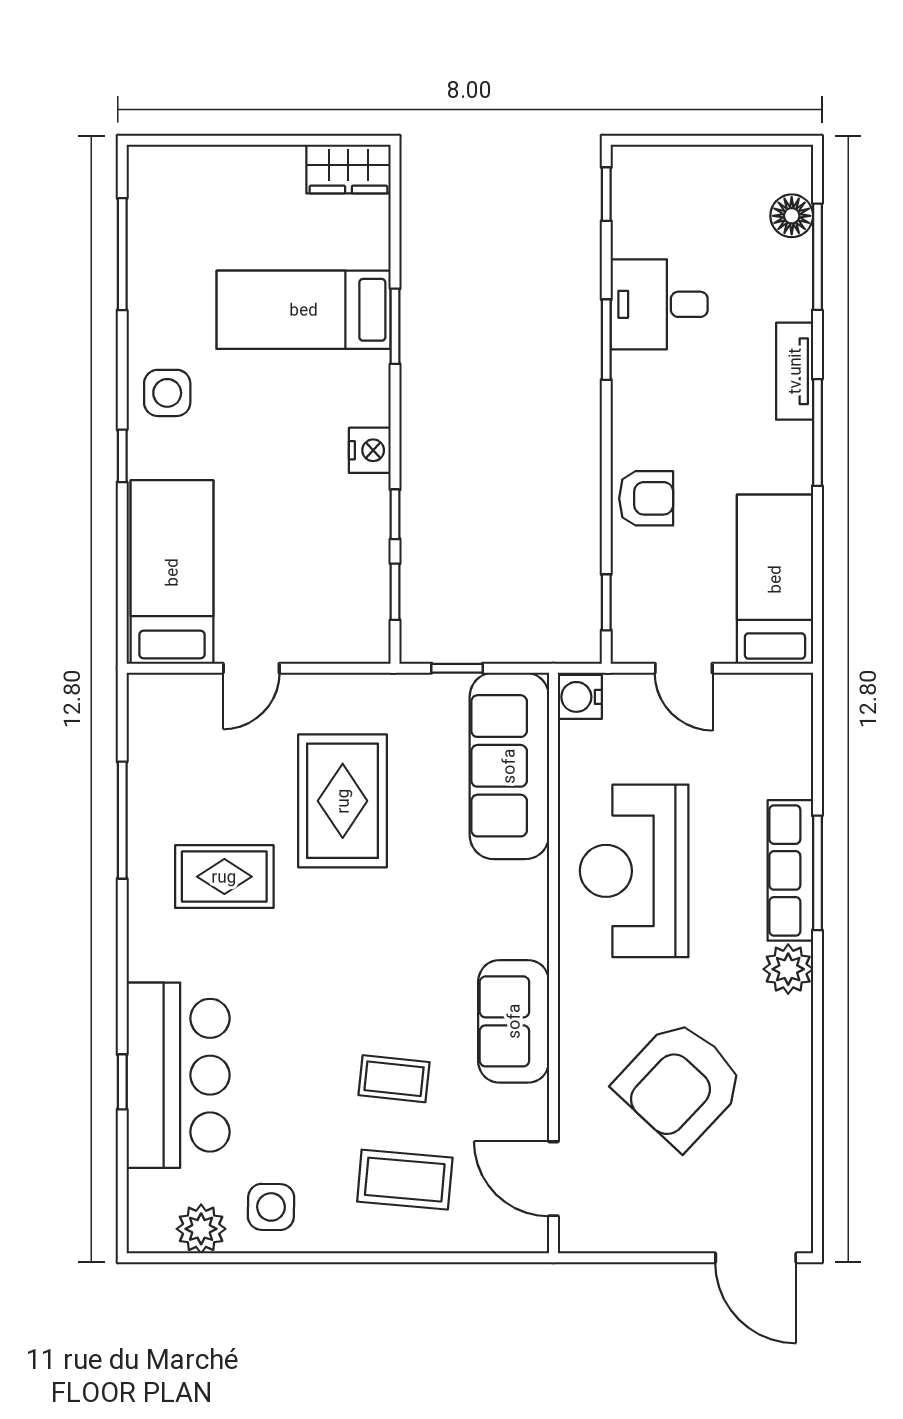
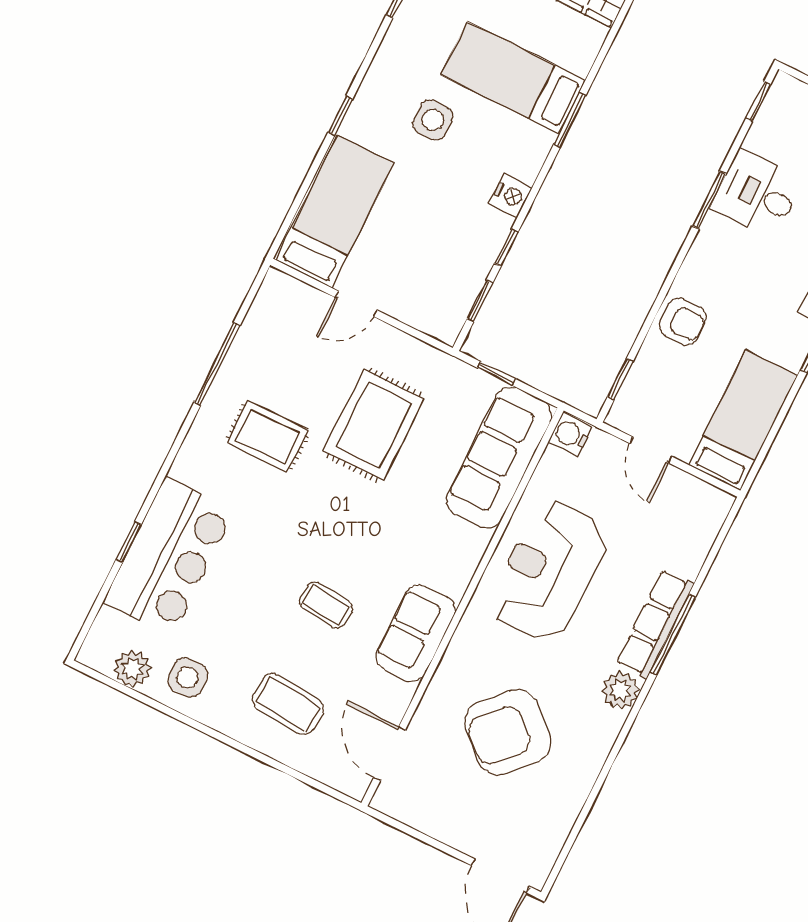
side table: (167, 393) -> (433, 120), moved
coffee table: (394, 1079) -> (326, 605), moved

